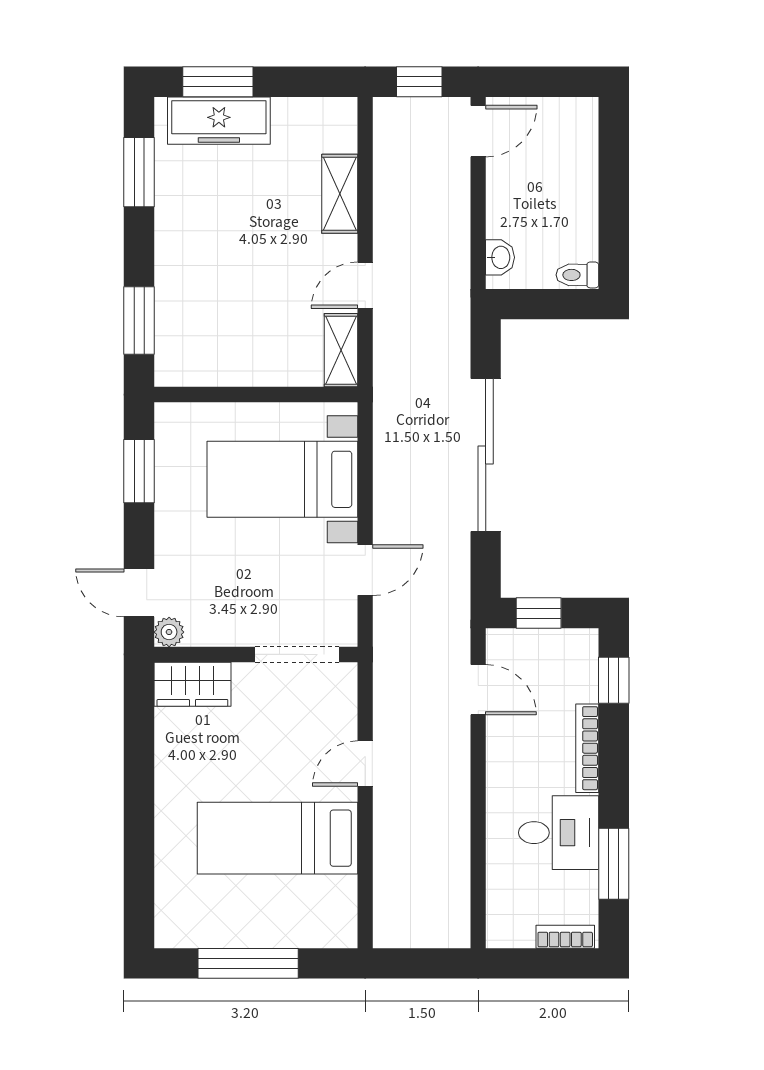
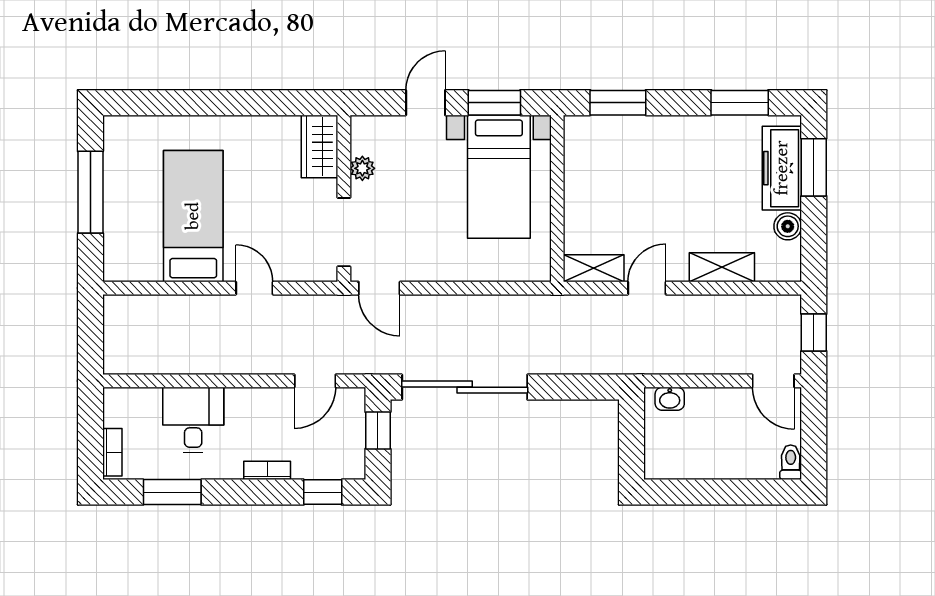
boiler: (290, 114) -> (788, 226), added
toilet: (577, 275) -> (791, 462), moved
door: (365, 285) -> (647, 288), hinge flipped
sliding door: (486, 455) -> (465, 387), moved
bed with nightstands: (282, 479) -> (499, 177), moved, turned 180
door: (365, 570) -> (379, 288), moved
door: (139, 593) -> (426, 103), moved
plant: (169, 632) -> (362, 168), moved
bookcase: (587, 748) -> (267, 470), width x0.64
desk: (559, 833) -> (193, 420), moved, turned 180

